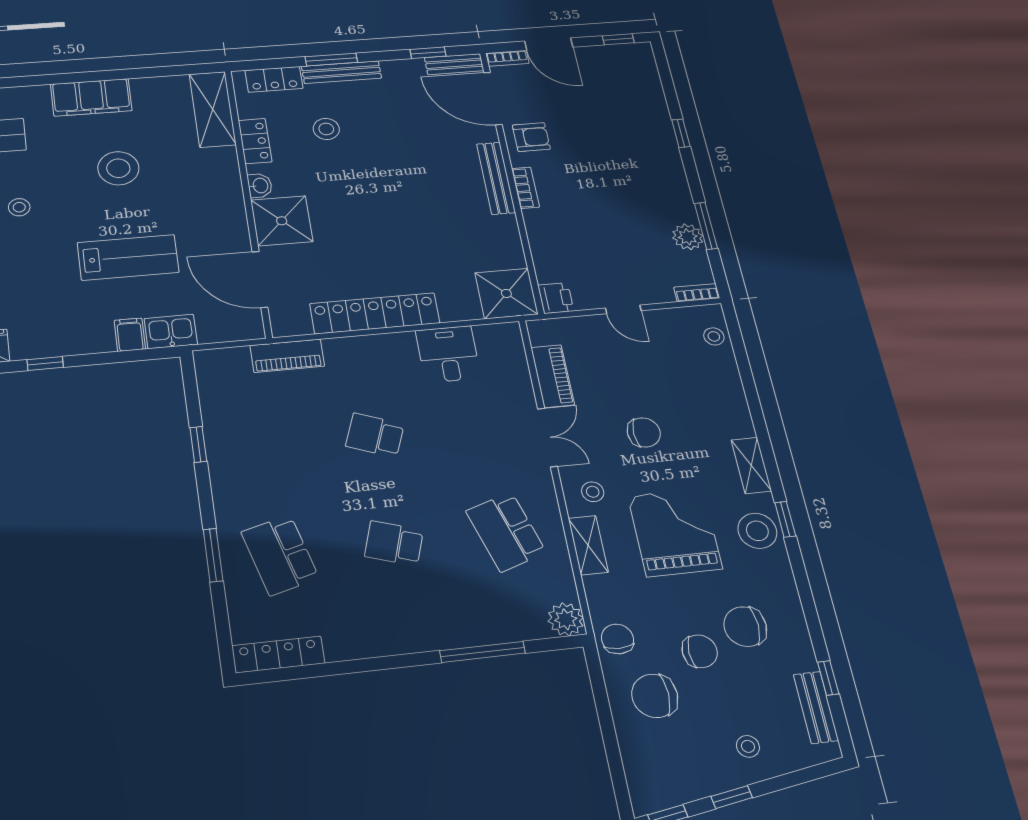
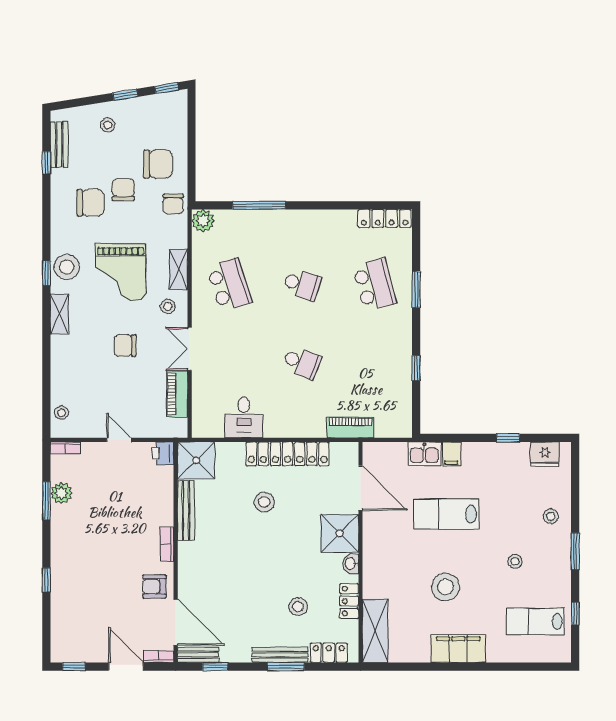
bench: (496, 178) -> (186, 510), moved
stool: (398, 250) -> (264, 502), added
chair: (700, 651) -> (123, 190), turned 90

